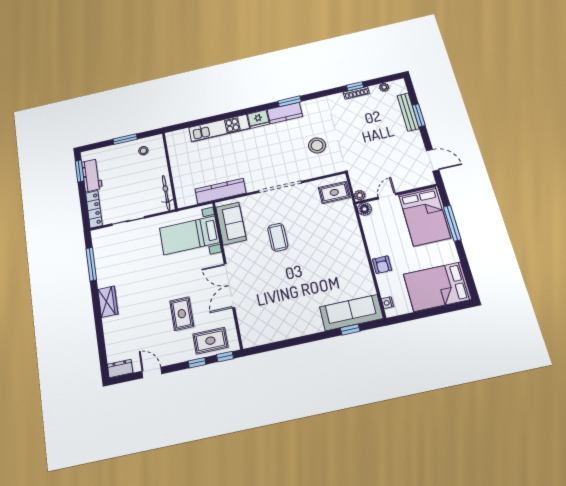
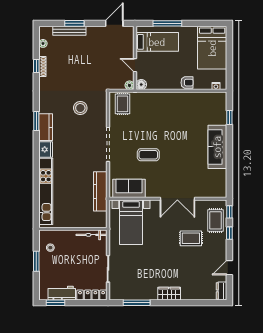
kitchen unit: (219, 128) -> (46, 191), width x1.36
bed: (424, 216) -> (157, 42), width x0.67
sofa: (351, 313) -> (217, 147), moved

